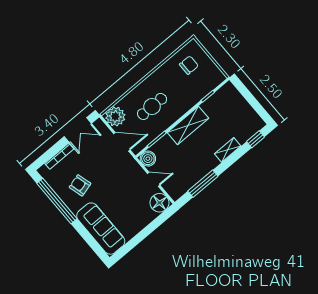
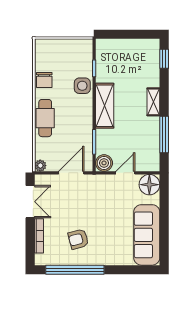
chair: (189, 65) -> (44, 80), moved, turned 180
side table: (189, 98) -> (82, 86), added
cafe table: (152, 106) -> (45, 118), moved
plant: (115, 116) -> (40, 166), width x0.53, depth x0.53
shelving: (228, 150) -> (153, 102), moved
sofa: (101, 229) -> (147, 235), moved, turned -90

